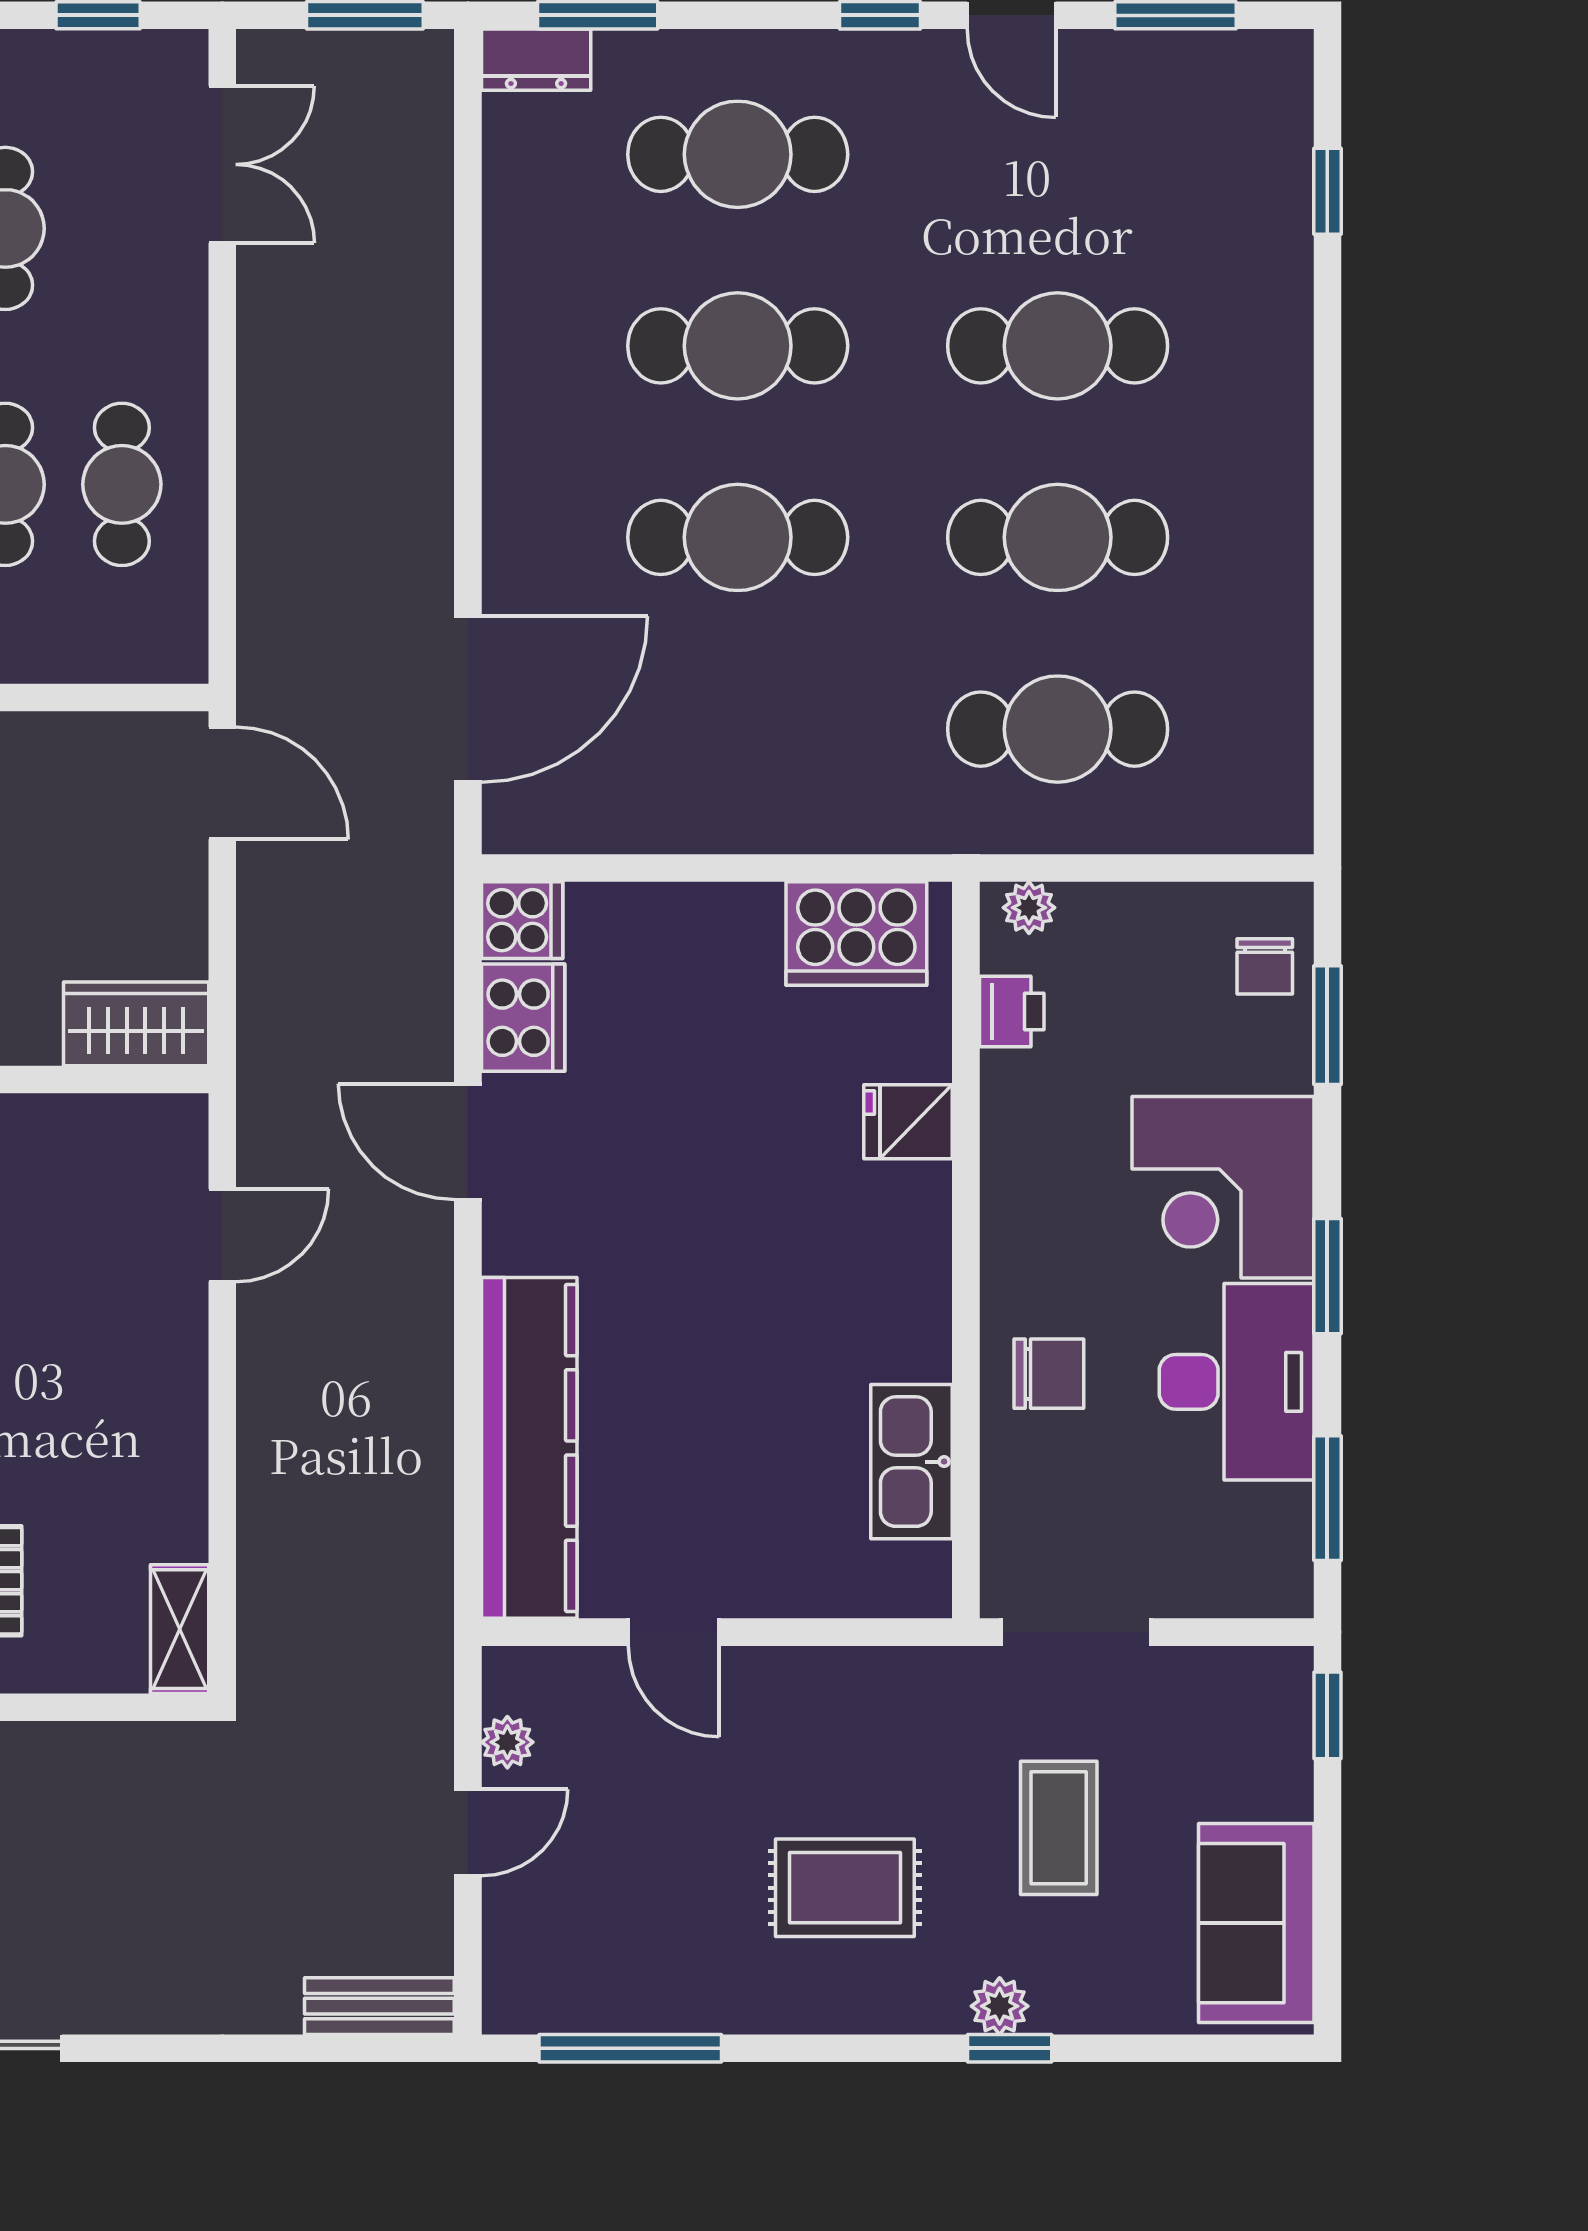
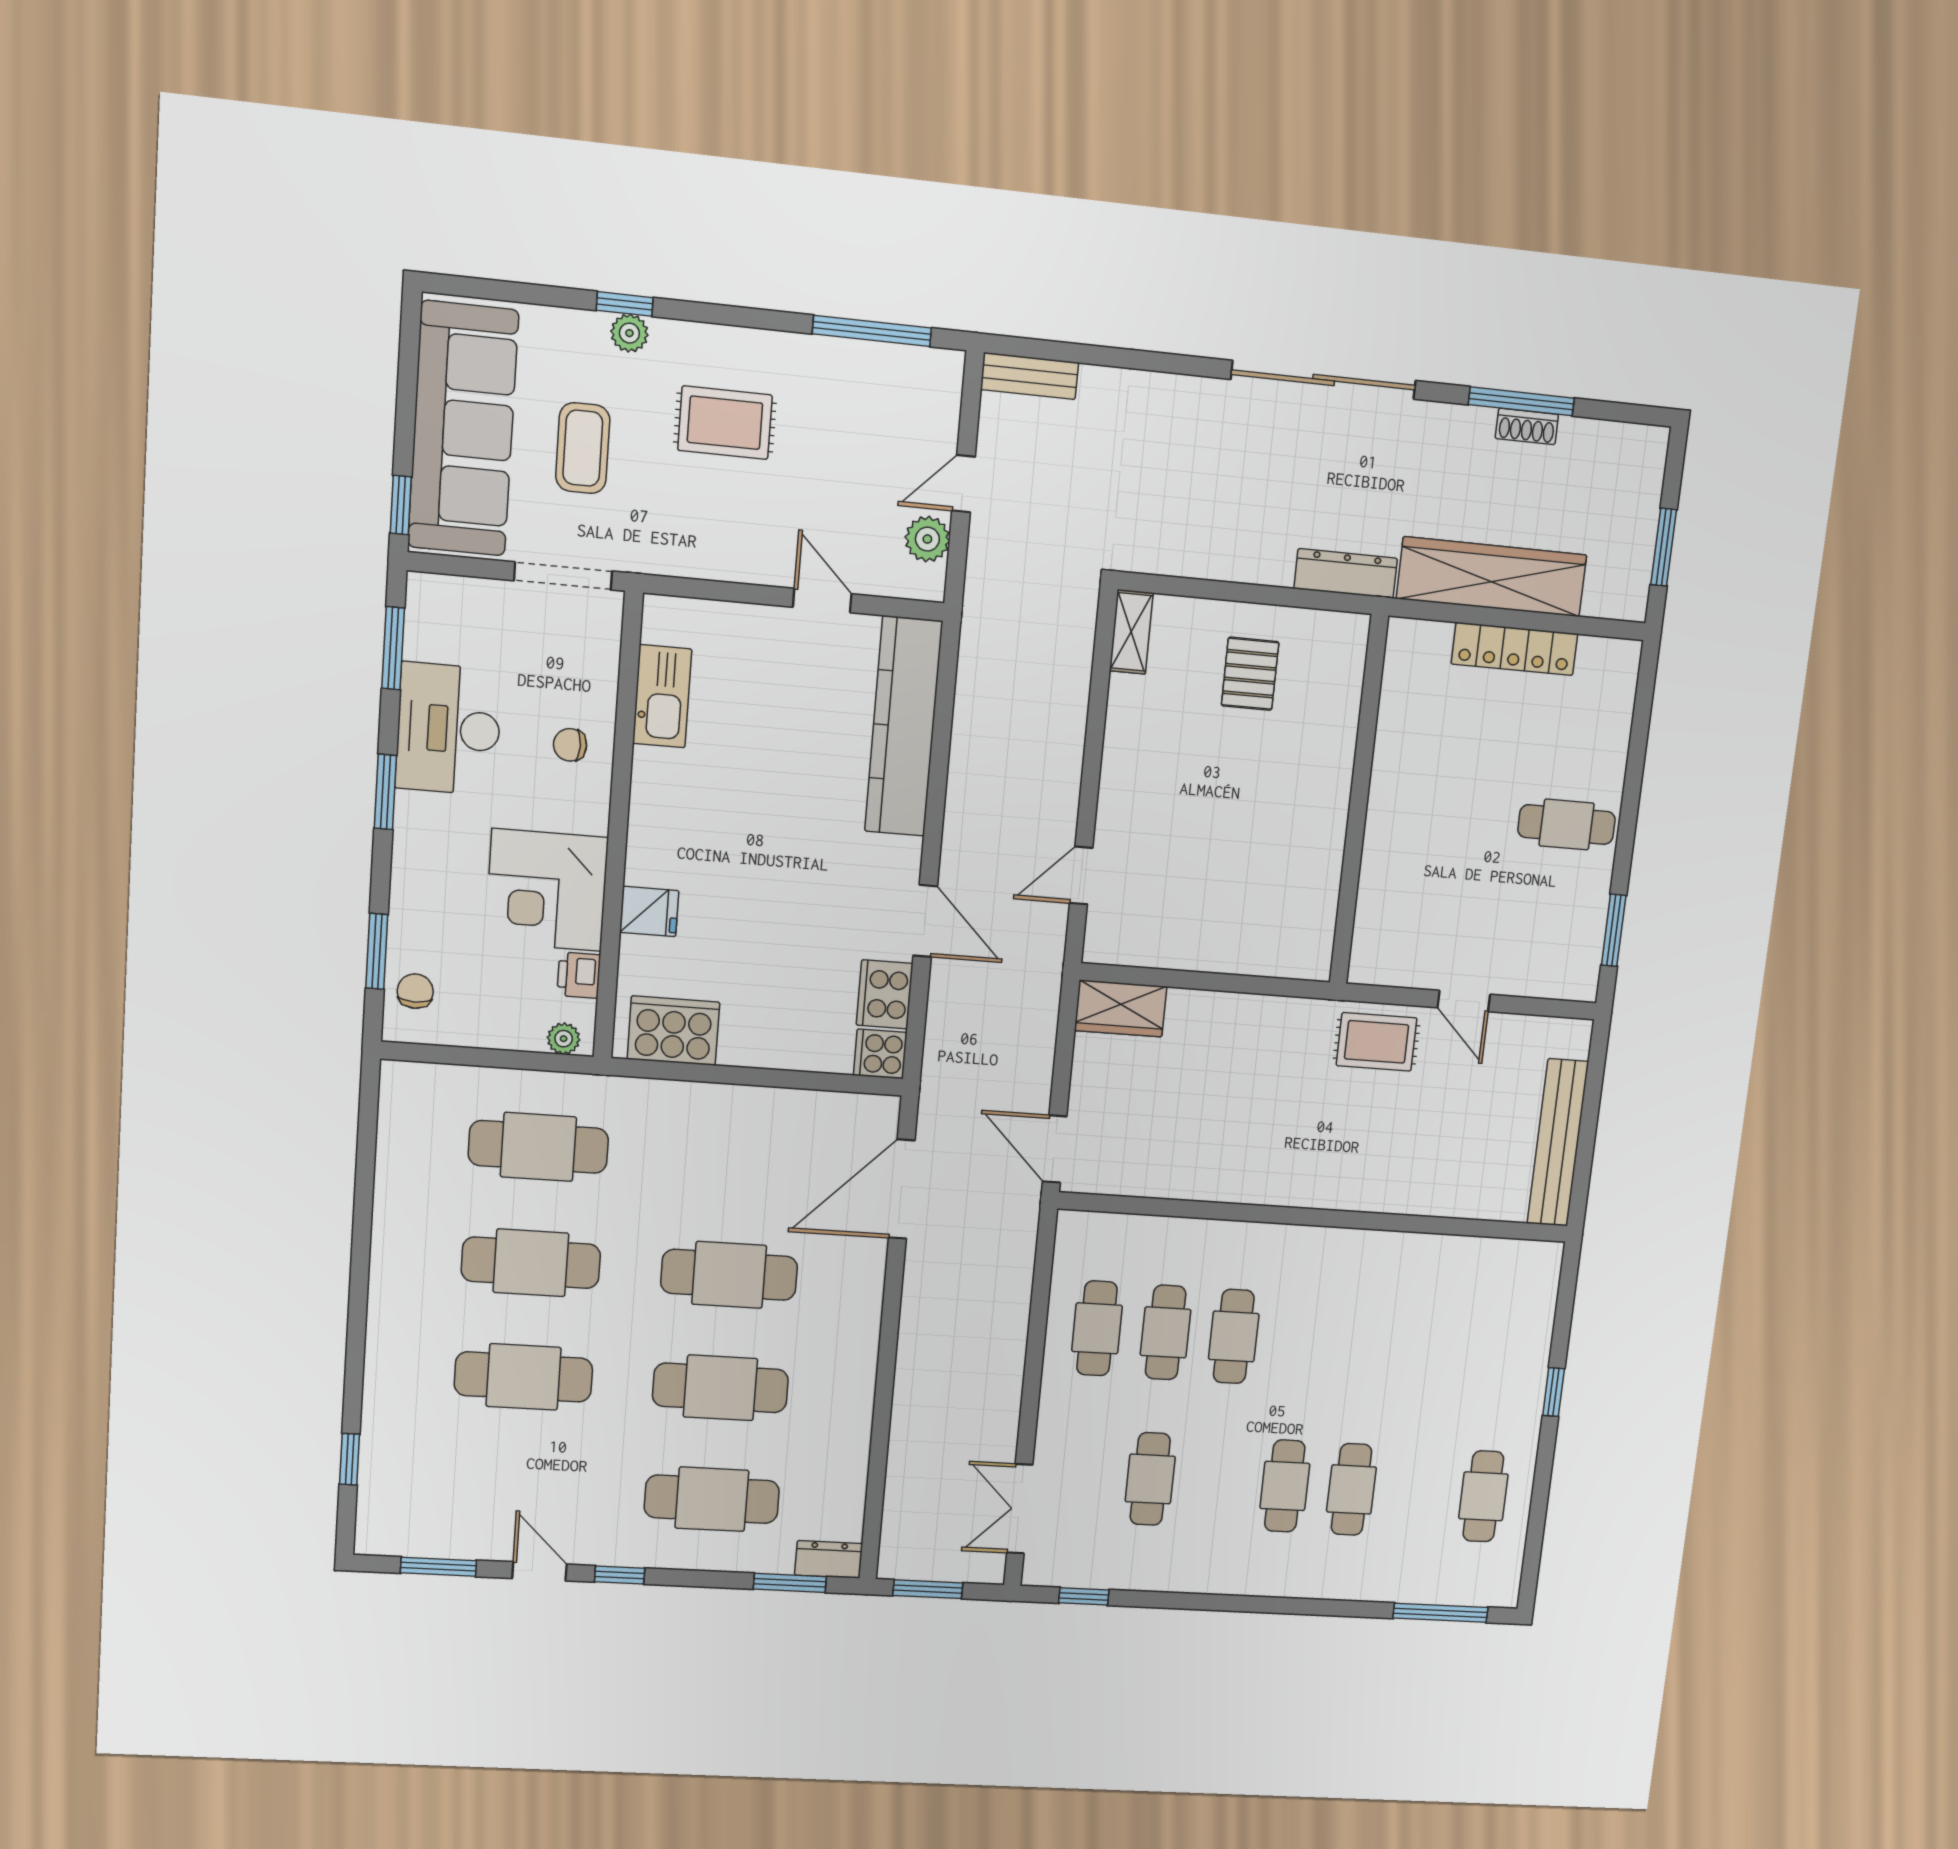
corner desk: (1223, 1187) -> (547, 890), moved, turned 180
chair: (1049, 1374) -> (570, 745), width x0.73, depth x0.73
plant: (507, 1742) -> (927, 539), width x1.38, depth x1.38
sofa: (1256, 1923) -> (463, 429), width x1.85, depth x1.27

